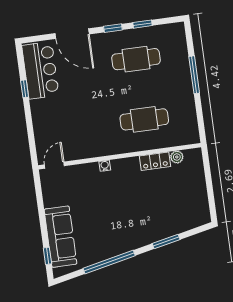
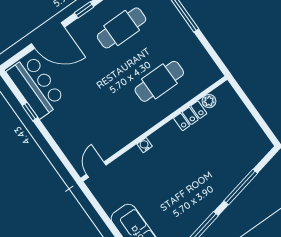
window: (166, 242) -> (241, 187), width x1.44

